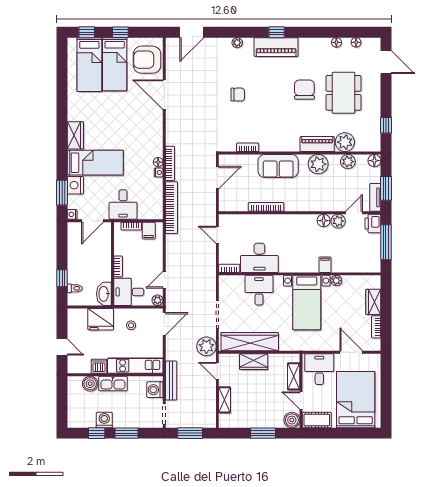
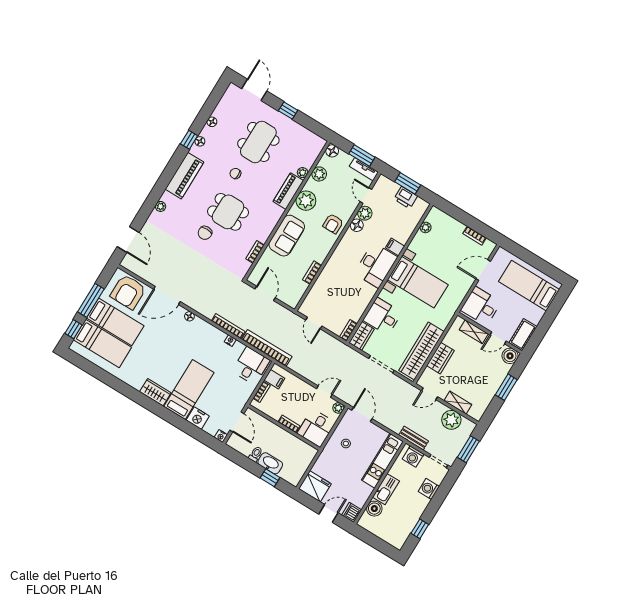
window: (120, 32) -> (91, 300), width x2.17
window: (277, 32) -> (189, 140), moved
floor lamp: (356, 42) -> (200, 141), moved
door: (386, 62) -> (254, 90), hinge flipped
chair: (304, 90) -> (235, 174), width x0.54, depth x0.54
dining table: (344, 93) -> (258, 142), turned 90
chair: (238, 95) -> (205, 233), turned 180
dining table: (268, 103) -> (228, 212), added
window: (386, 125) -> (288, 110), moved
plant: (345, 142) -> (303, 173), width x0.53, depth x0.53
floor lamp: (158, 162) -> (189, 316), moved
window: (62, 193) -> (197, 433), removed
armchair: (313, 199) -> (333, 224), added
desk: (123, 205) -> (251, 366), moved, turned -90
bookcase: (266, 207) -> (312, 273), width x0.64
printer: (373, 224) -> (406, 198), moved
door: (217, 235) -> (314, 323), hinge flipped
window: (386, 242) -> (408, 183), width x0.69
desk: (259, 258) -> (376, 265), moved
door: (164, 280) -> (324, 392), swing flipped
plant: (336, 281) -> (426, 227), moved
toilet: (75, 288) -> (256, 454), moved
washbasin: (104, 294) -> (270, 463), moved, turned 180
wardrobe: (373, 302) -> (362, 336), moved, turned -90
fridge: (101, 319) -> (315, 486), moved, turned -90
plant: (206, 346) -> (451, 420), moved
dishwasher: (99, 366) -> (352, 512), moved
bench: (171, 380) -> (414, 438), width x0.73
bed: (356, 400) -> (529, 286), width x0.67
washing machine: (104, 420) -> (429, 489), moved
window: (127, 433) -> (435, 503), removed

